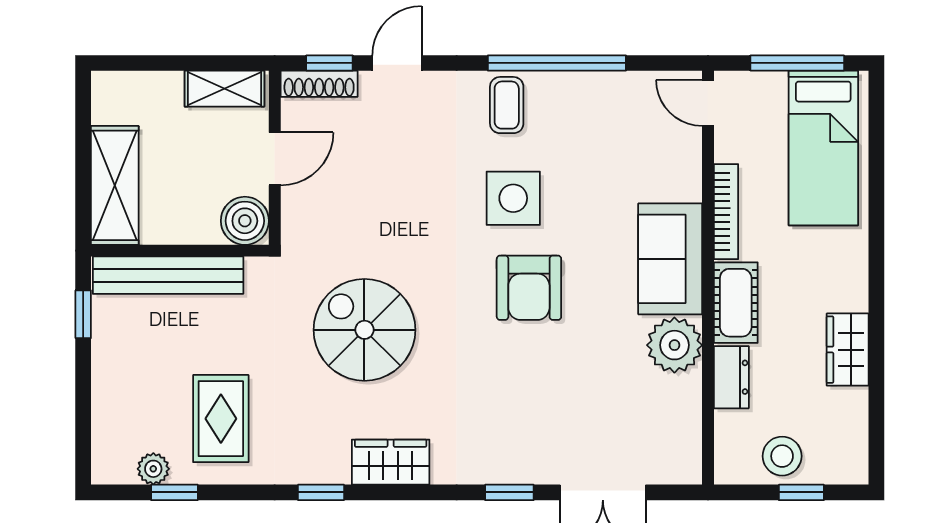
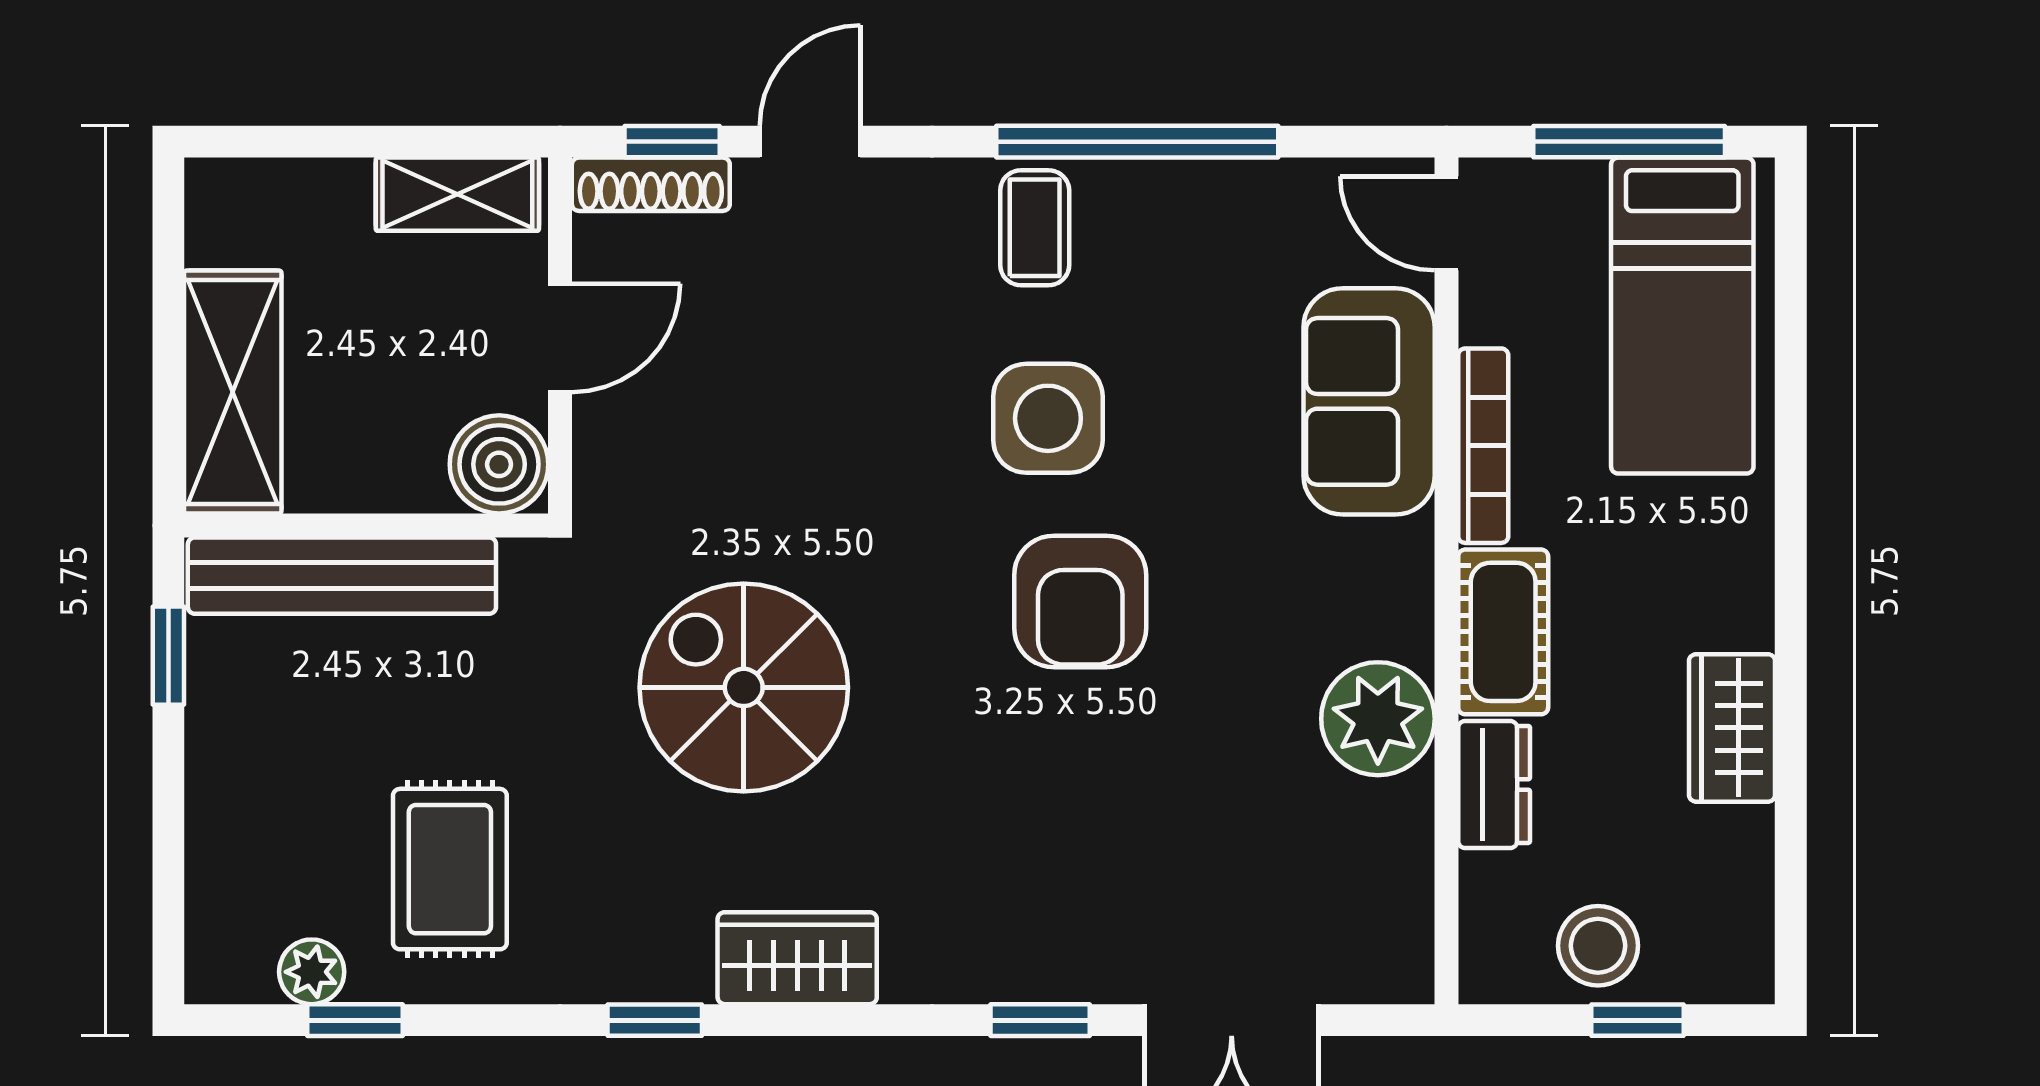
sofa: (670, 259) -> (1369, 401), moved

